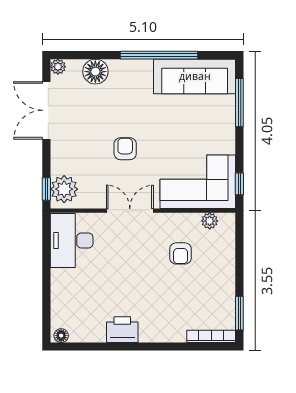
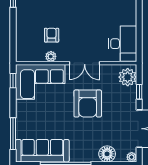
armchair: (125, 149) -> (88, 104), width x1.88, depth x1.88
window: (46, 189) -> (139, 92), moved
plant: (210, 221) -> (51, 56), moved

